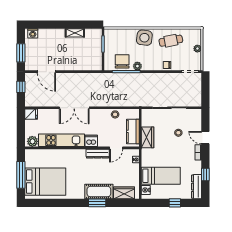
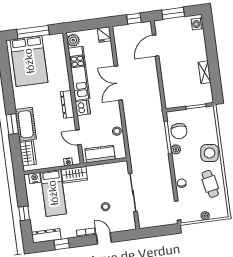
chair: (122, 61) -> (179, 131), turned 90
wardrobe: (148, 137) -> (74, 175), moved
door: (205, 138) -> (104, 238), hinge flipped
dresser: (98, 154) -> (67, 104), moved

